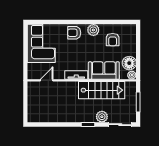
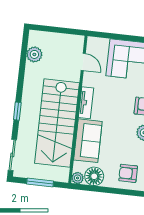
armchair: (113, 40) -> (128, 173), moved
stairs: (102, 90) -> (57, 123), width x1.36, depth x1.51
plant: (102, 117) -> (34, 54), moved

